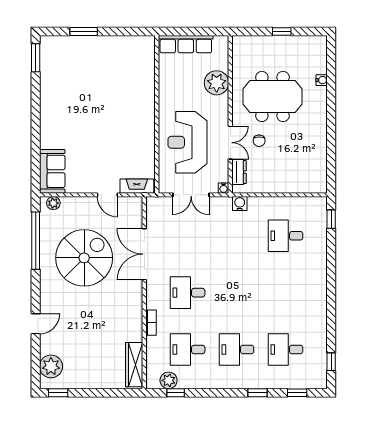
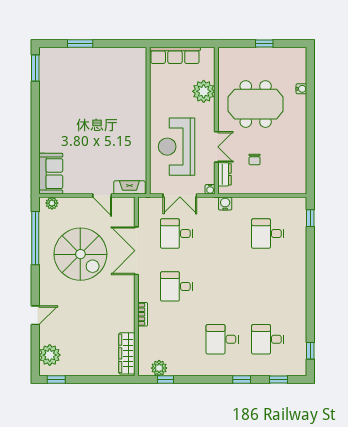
chair: (259, 141) -> (255, 159), moved
spiral stairs: (84, 258) -> (80, 254), turned 90
desk: (188, 349) -> (177, 234), moved

